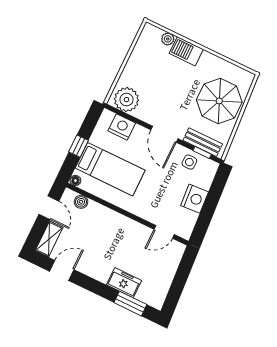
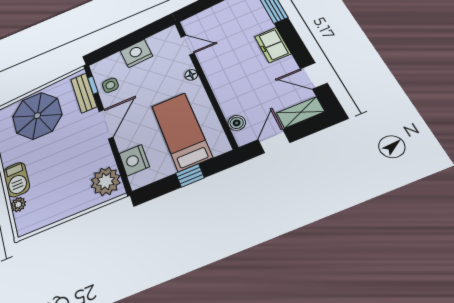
floor lamp: (75, 181) -> (191, 75), moved
freezer: (124, 283) -> (273, 45), moved

